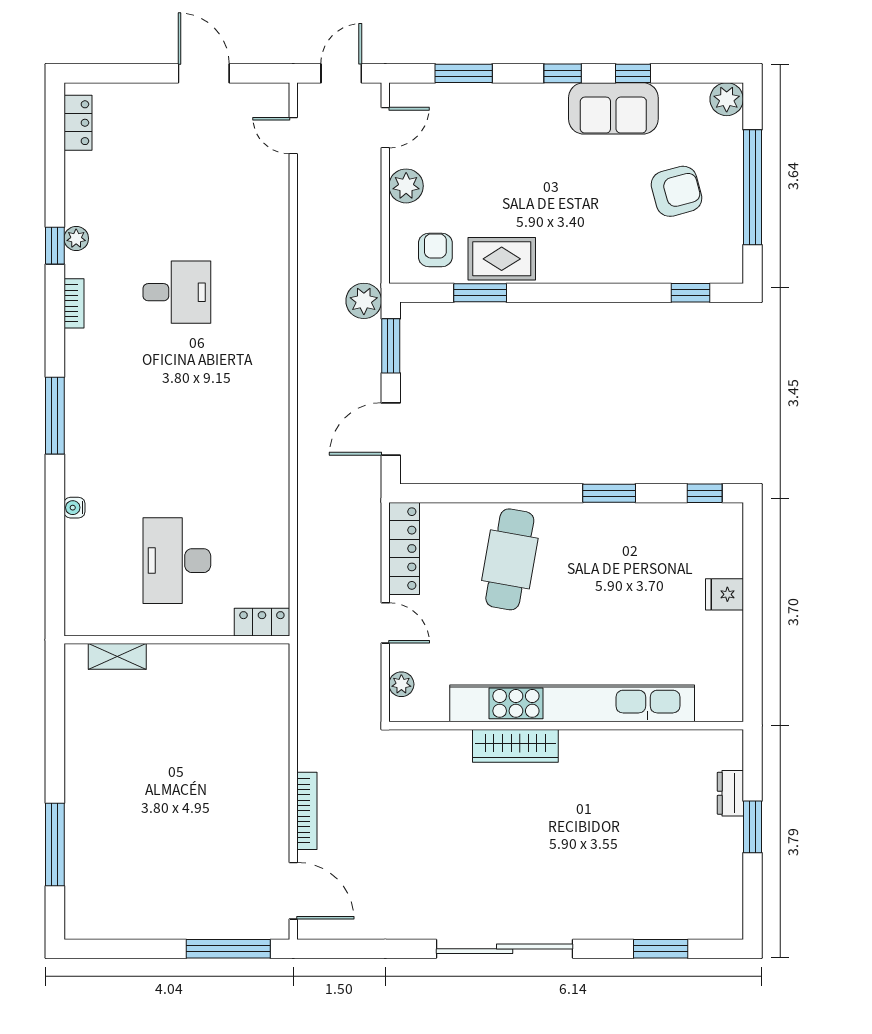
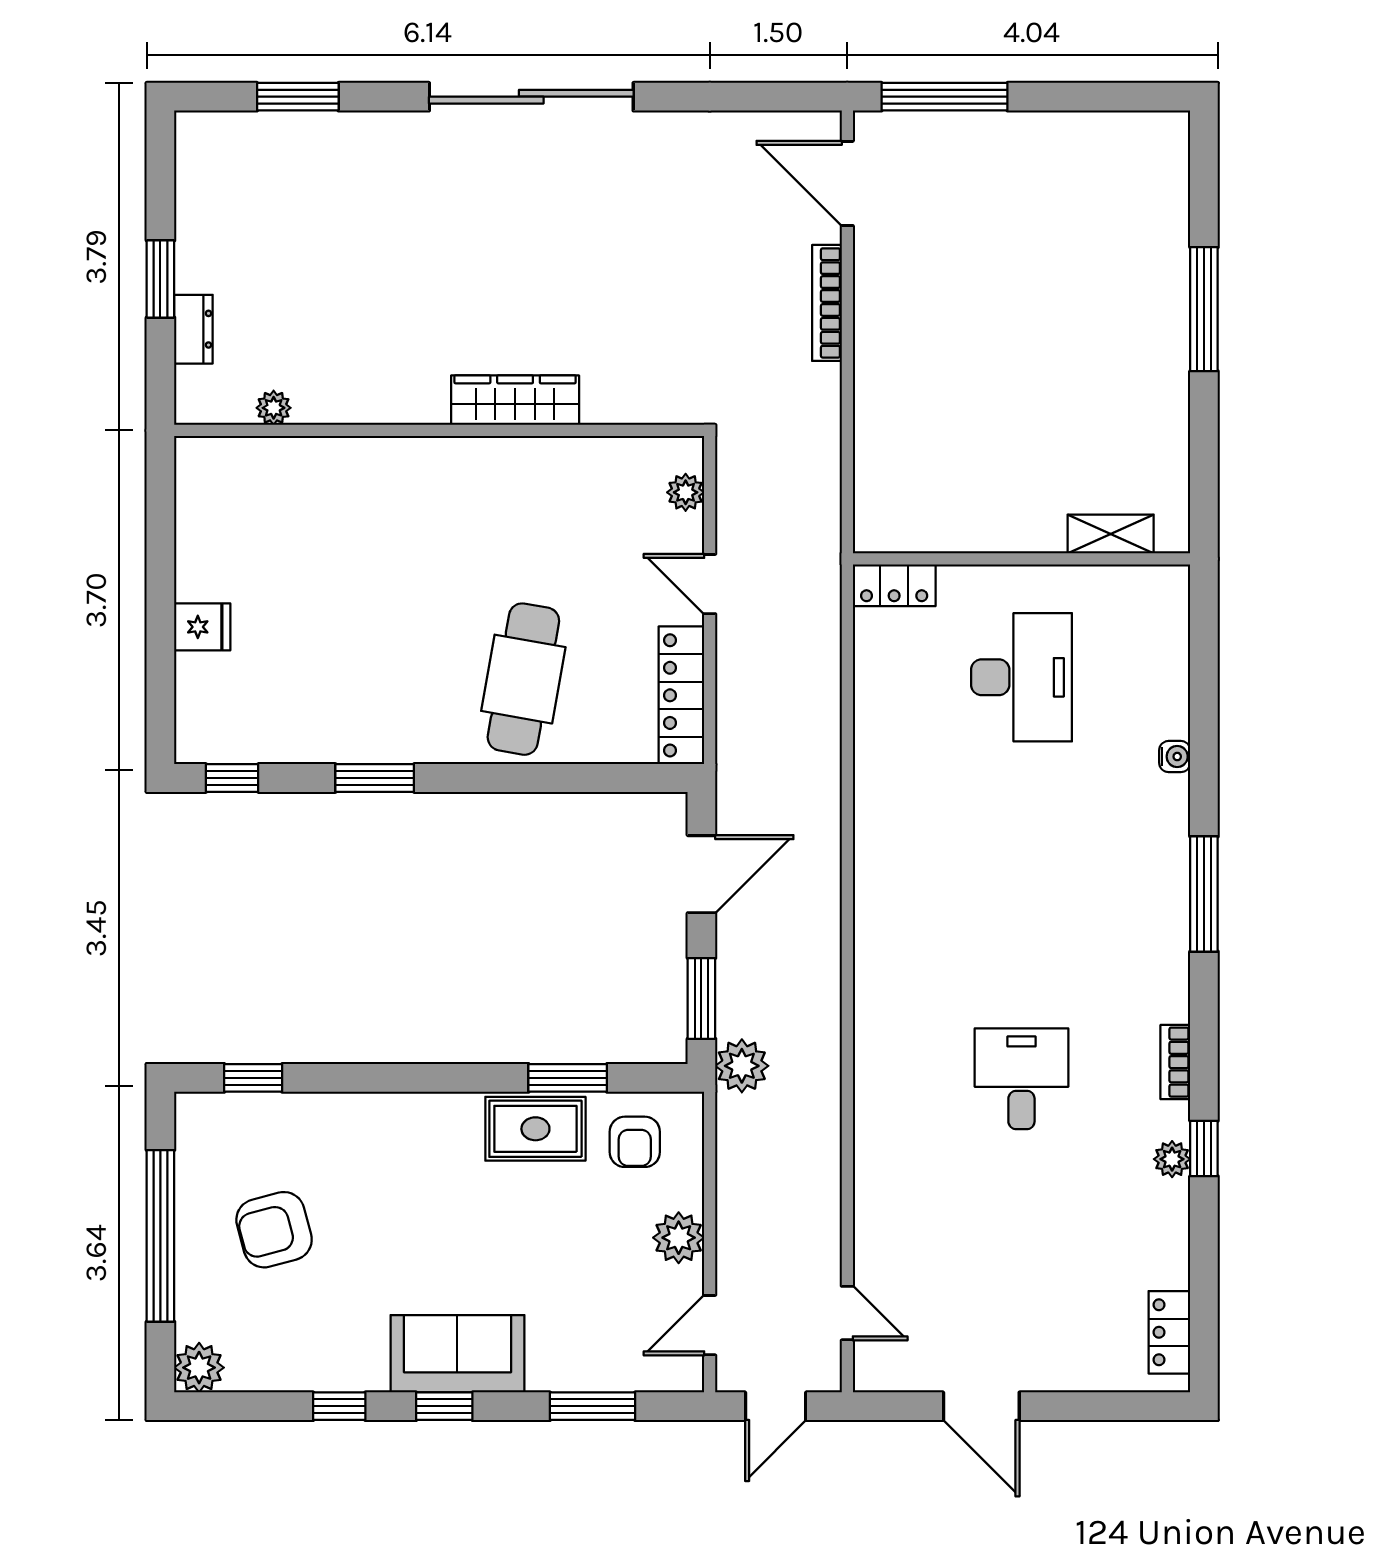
sofa: (613, 108) -> (457, 1354), moved
desk: (177, 292) -> (1021, 1079), turned 90
kitchen unit: (572, 703) -> (430, 464), removed
plant: (677, 741) -> (274, 408), added
window: (55, 845) -> (1204, 309), moved

